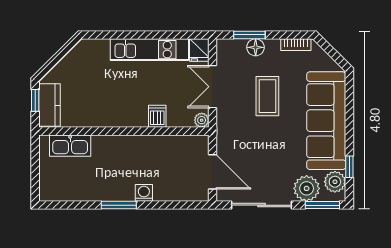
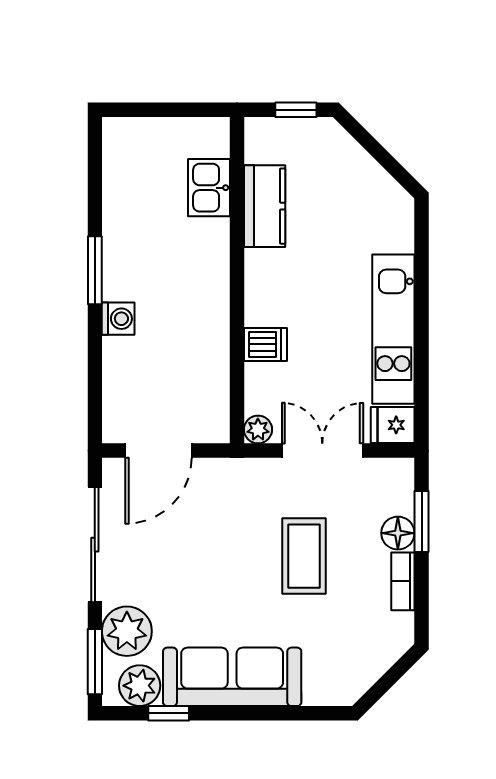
bookcase: (296, 45) -> (403, 581), moved
coffee table: (267, 96) -> (304, 556), turned 90
kitchen counter: (49, 105) -> (265, 206), moved, turned -90
sofa: (326, 121) -> (232, 677), width x0.74, depth x0.79
kitchen sink: (70, 146) -> (209, 188), width x0.73

